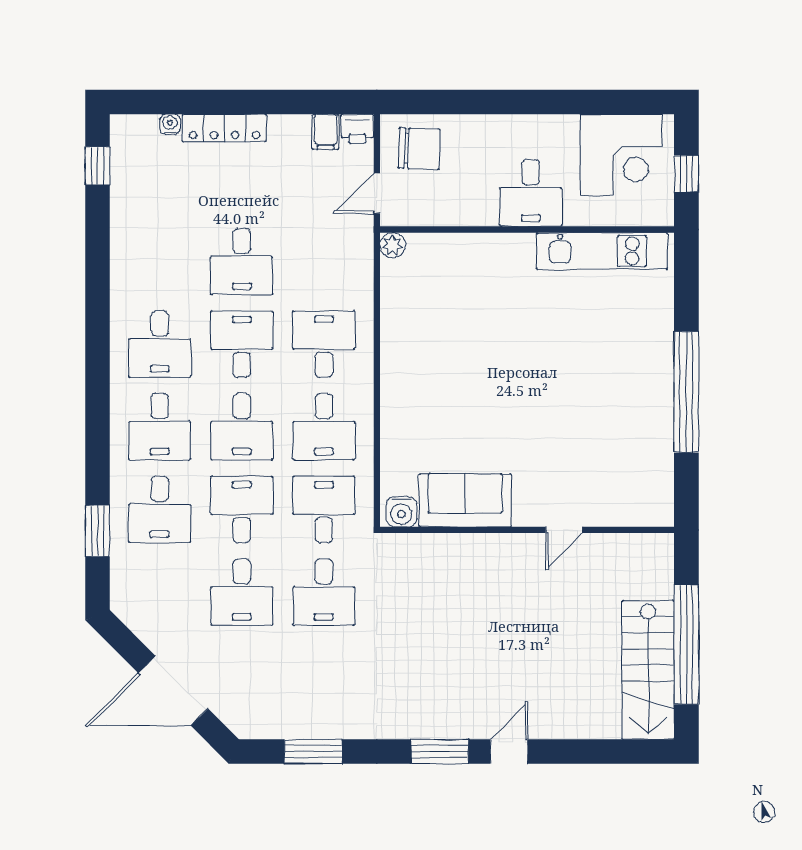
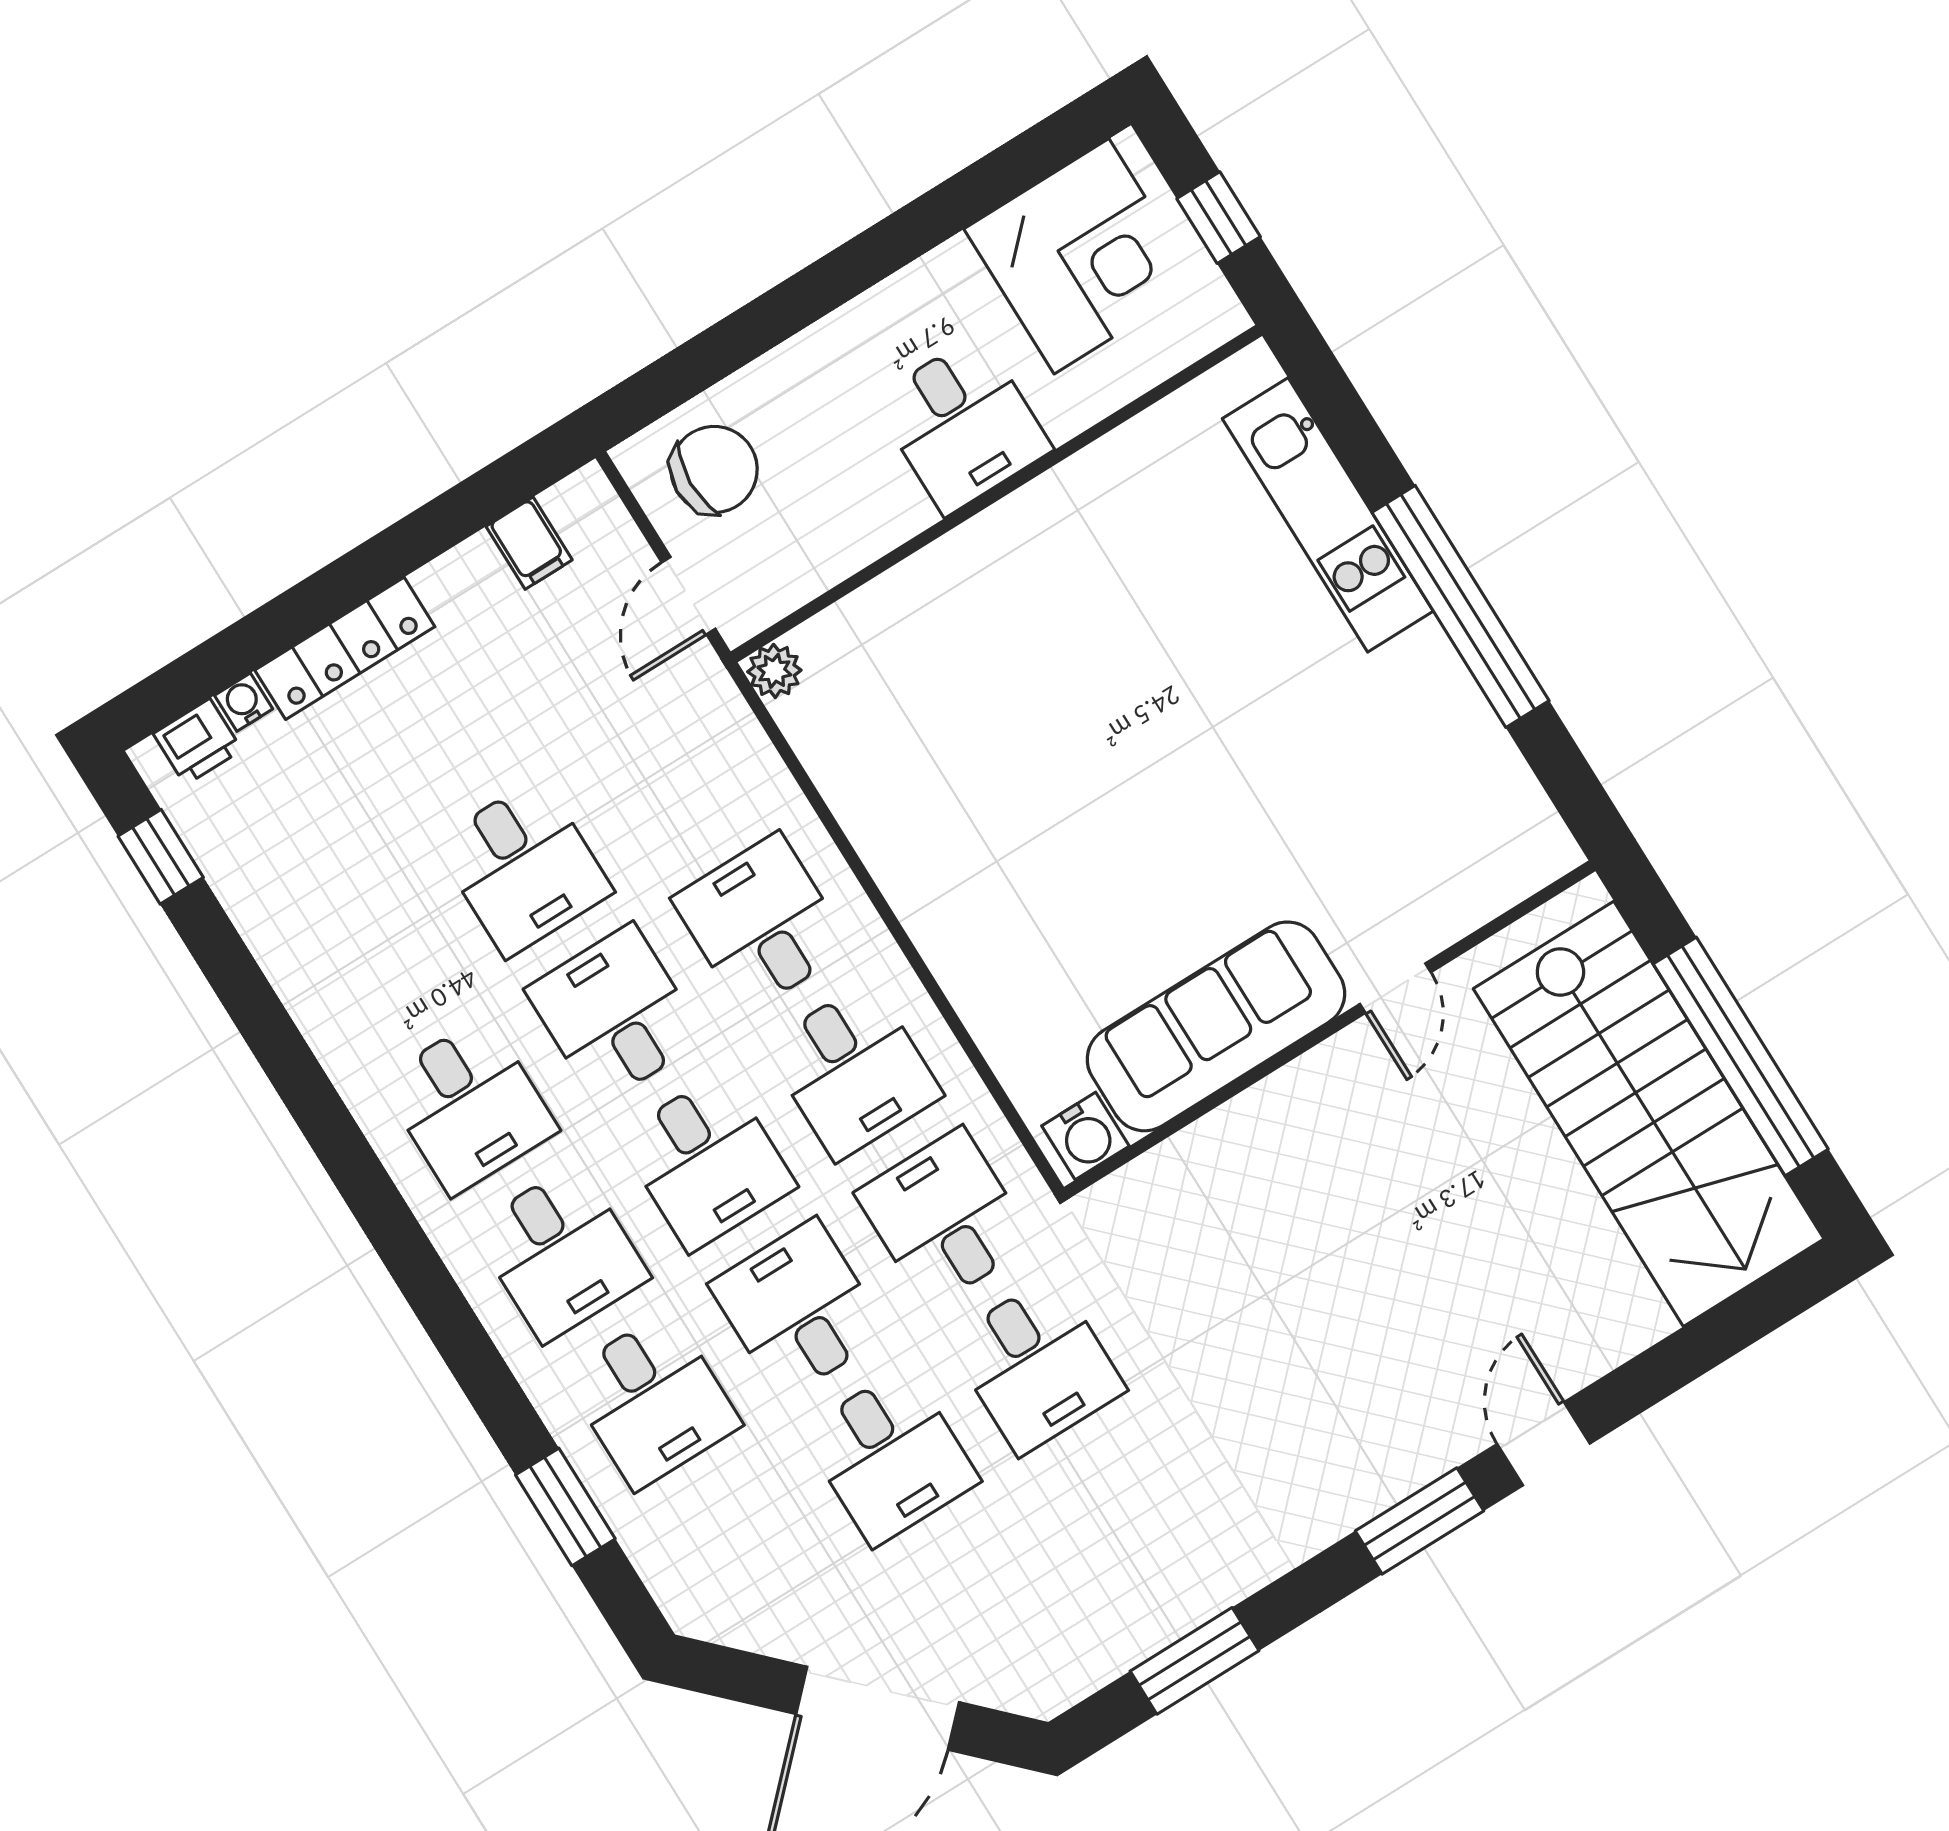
printer: (357, 129) -> (198, 742), moved
kitchen unit: (602, 251) -> (1328, 515), moved, turned 90
sofa: (465, 500) -> (1216, 1026), width x1.36
stairs: (648, 670) -> (1649, 1114), width x1.36, depth x1.51

